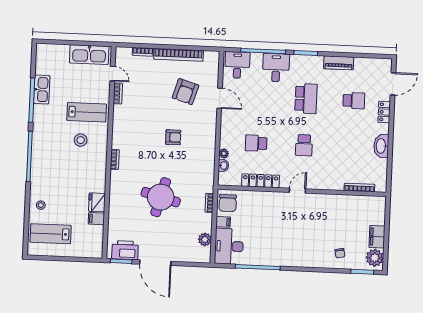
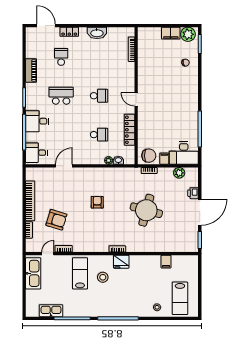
kitchen sink: (42, 90) -> (51, 311), moved
armchair: (185, 92) -> (56, 220), moved
school desk: (256, 143) -> (99, 135), turned -90
fridge: (97, 202) -> (121, 262), moved
printer: (125, 250) -> (193, 193), moved, width x0.53, depth x0.68

